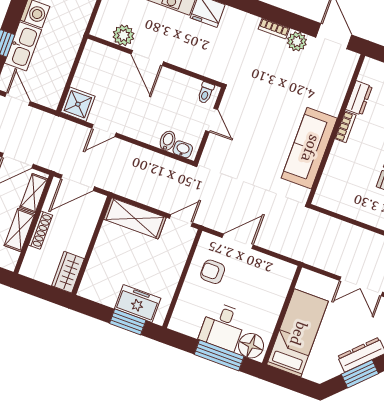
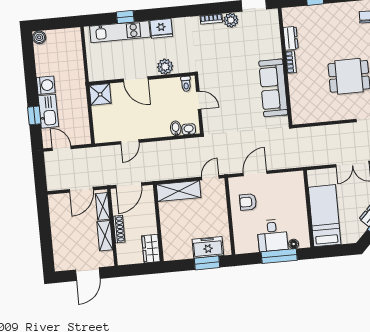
plant: (123, 35) -> (165, 67), moved
shower: (78, 104) -> (100, 94), moved
floor lamp: (251, 346) -> (294, 244), width x0.53, depth x0.53

